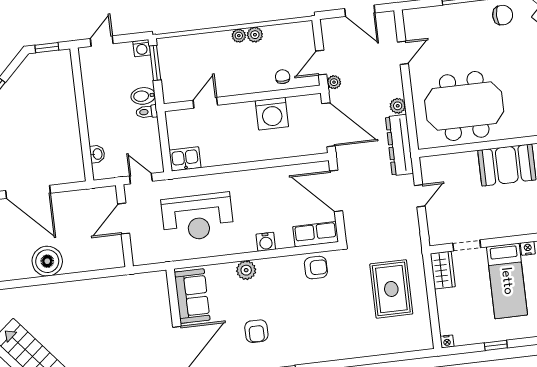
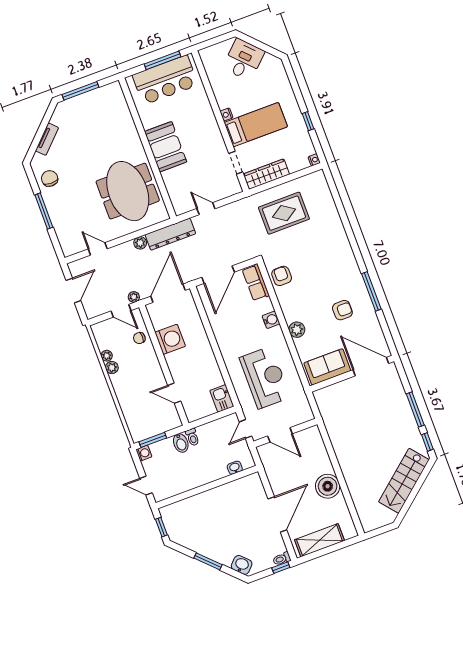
plant: (239, 36) -> (107, 356), moved
wardrobe: (443, 270) -> (266, 174), width x1.50

